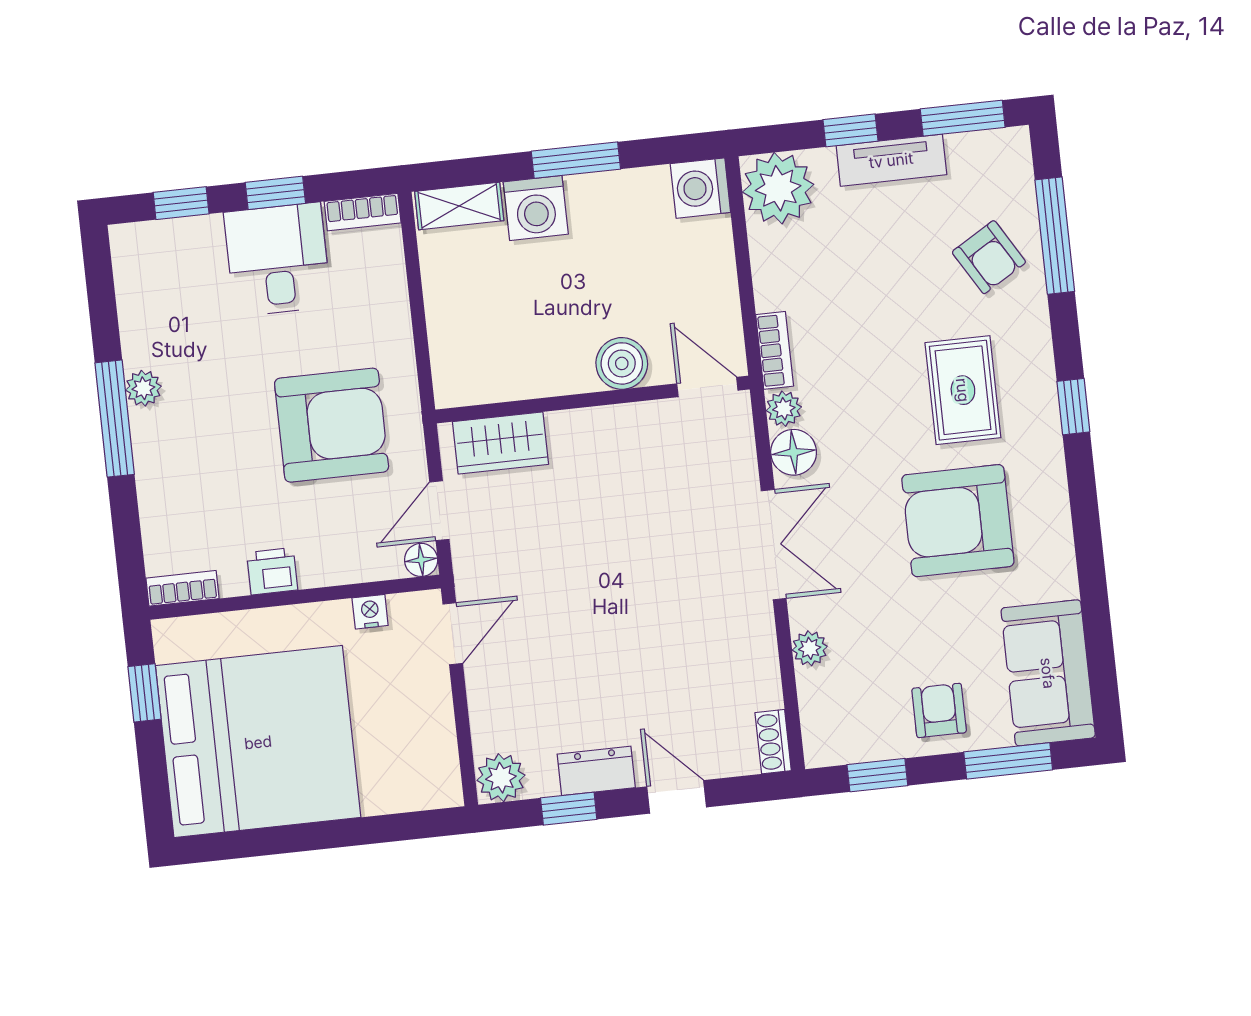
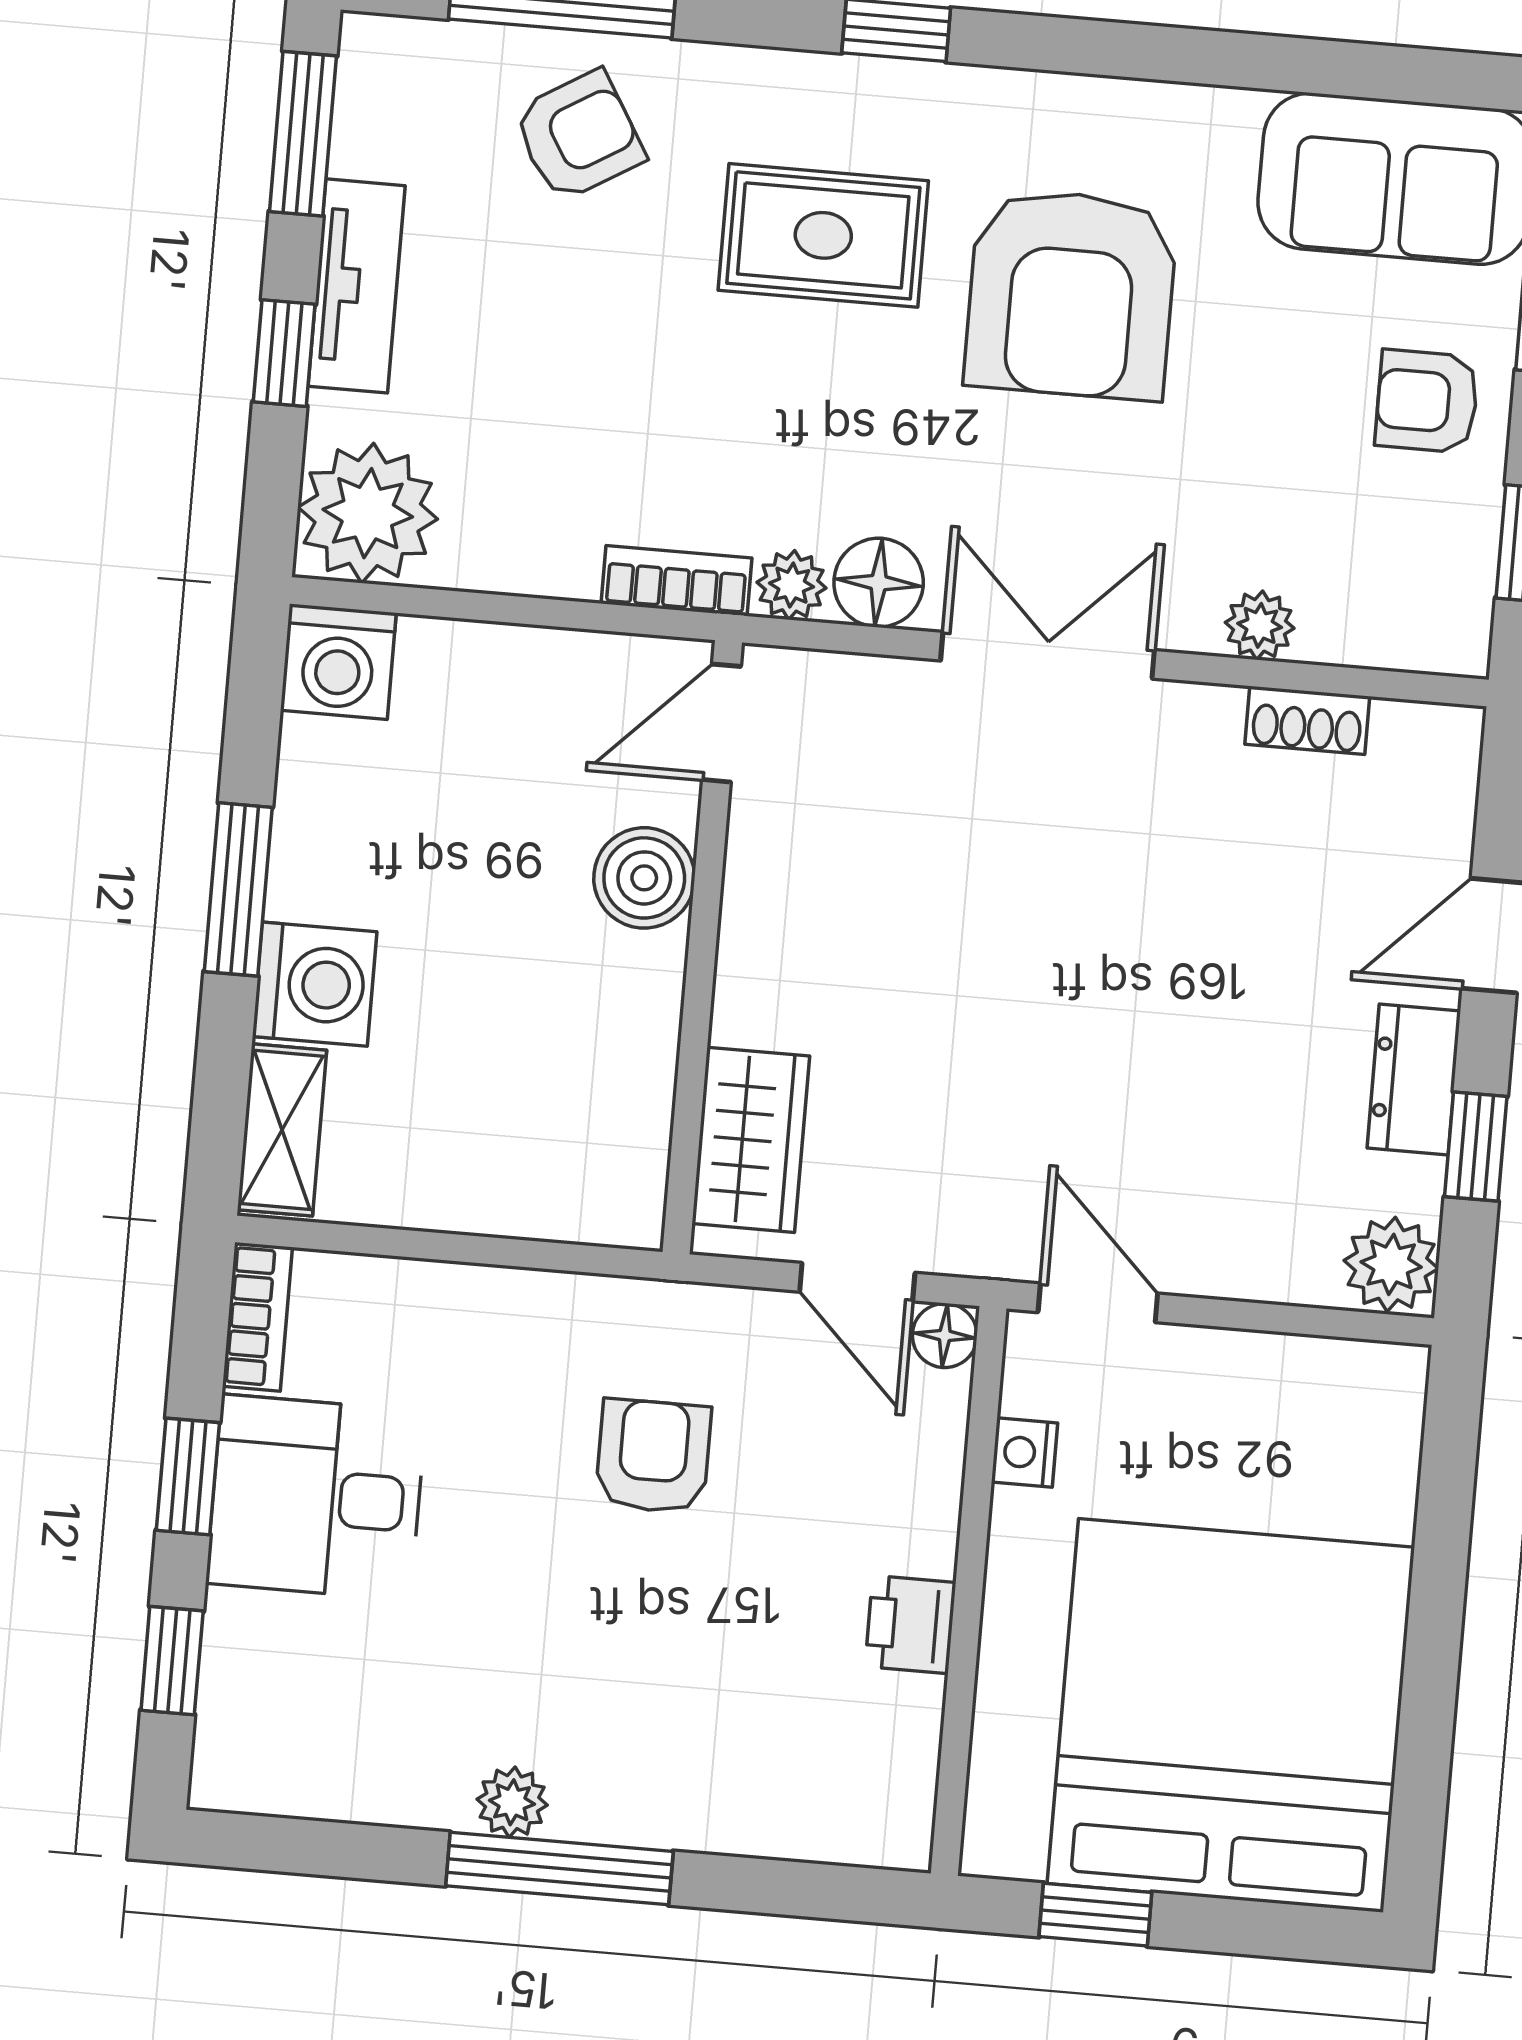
armchair: (332, 425) -> (653, 1456), width x0.53, depth x0.53
bookcase: (182, 588) -> (909, 1803), removed
shoe rack: (773, 742) -> (1307, 720), moved

